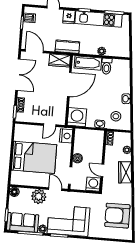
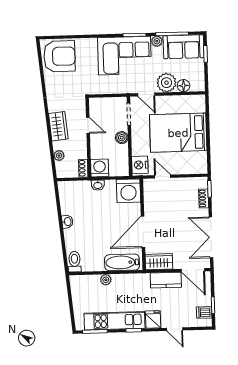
kitchen counter: (67, 47) -> (166, 280), moved
toilet: (107, 66) -> (75, 262), moved
stool: (116, 116) -> (78, 197), removed
door: (50, 125) -> (163, 176), hinge flipped
washing machine: (93, 184) -> (100, 168), moved, turned 180
floor lamp: (14, 192) -> (184, 86), moved
armchair: (117, 216) -> (59, 56), moved

